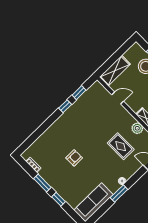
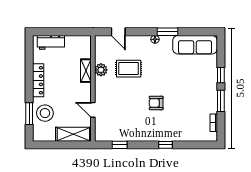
window: (65, 106) -> (166, 145), moved
rug: (121, 146) -> (129, 69), turned 90
armchair: (74, 158) -> (156, 103), moved

